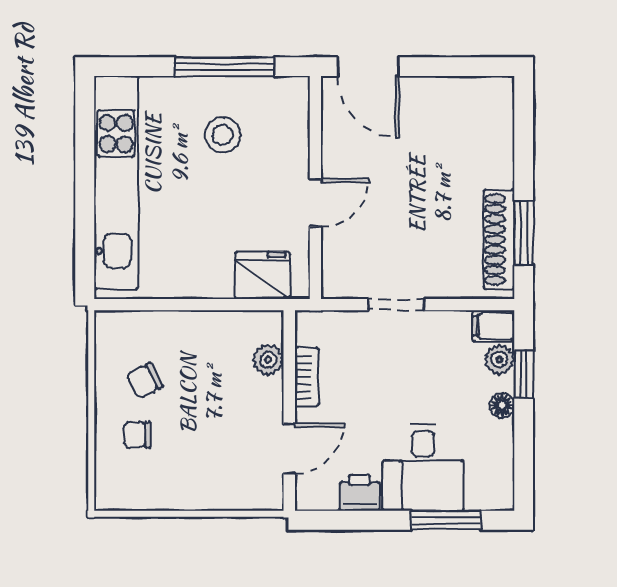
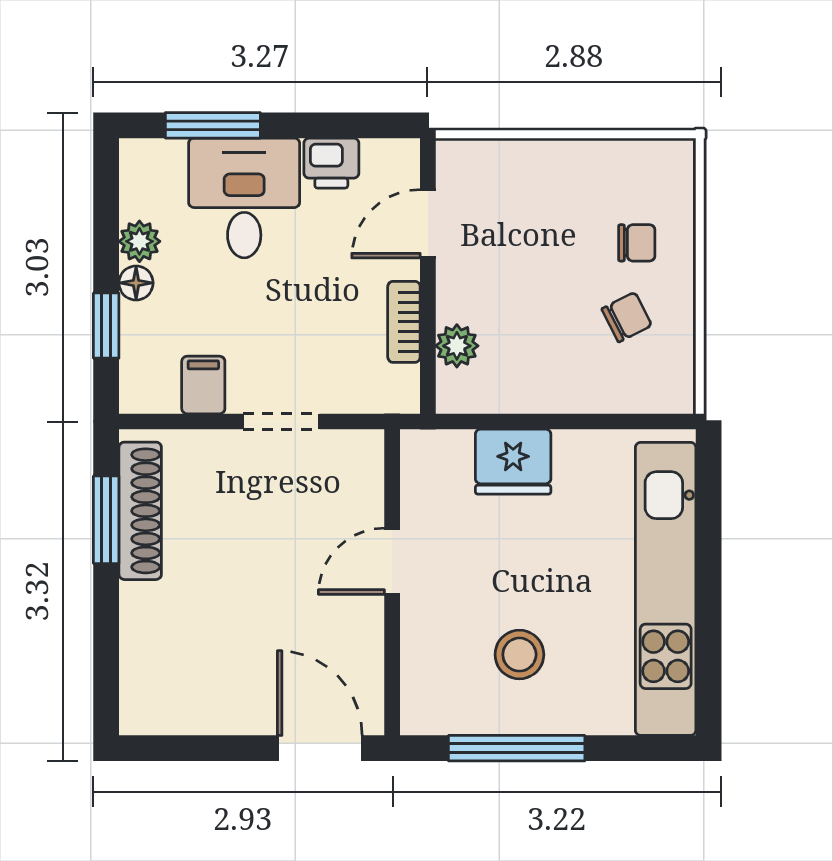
fridge: (262, 275) -> (513, 462), moved
filing cabinet: (493, 326) -> (203, 385), moved, turned -90
plant: (499, 360) -> (139, 241), moved

